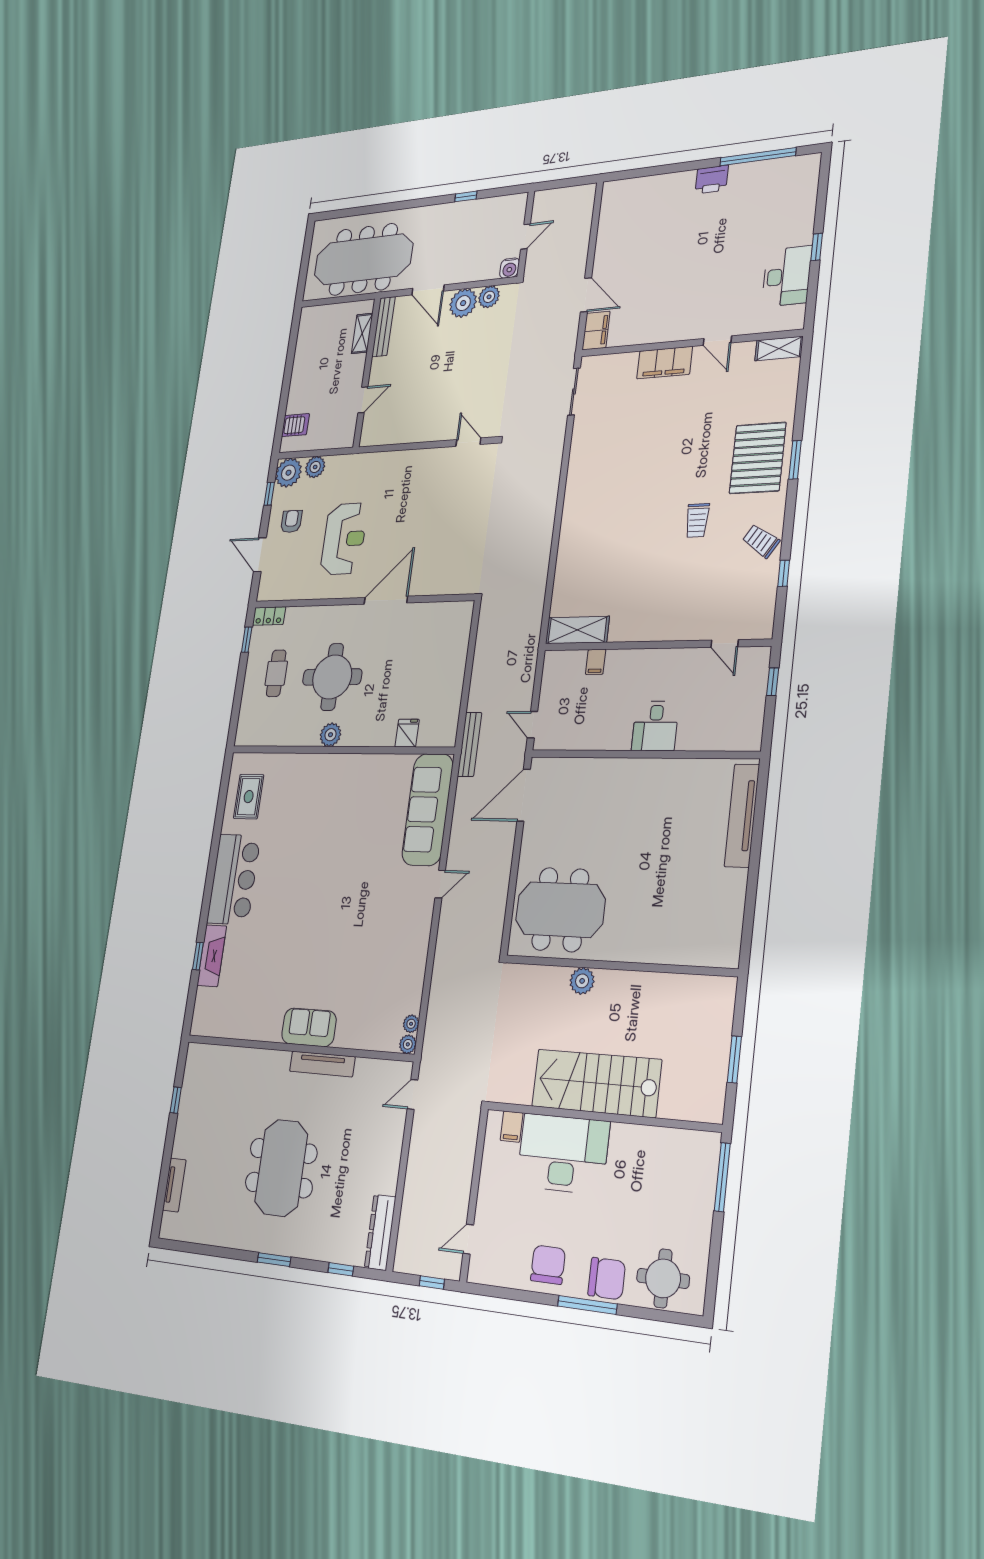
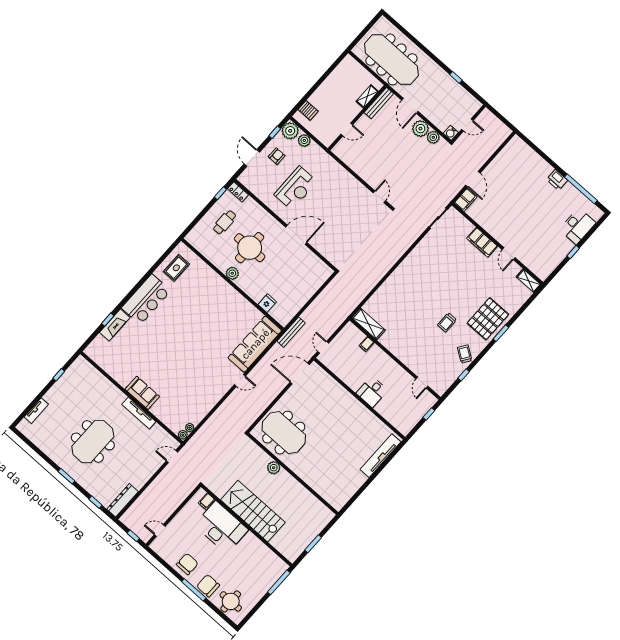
desk: (787, 276) -> (577, 226), moved
chair: (607, 1278) -> (208, 586), turned 180

